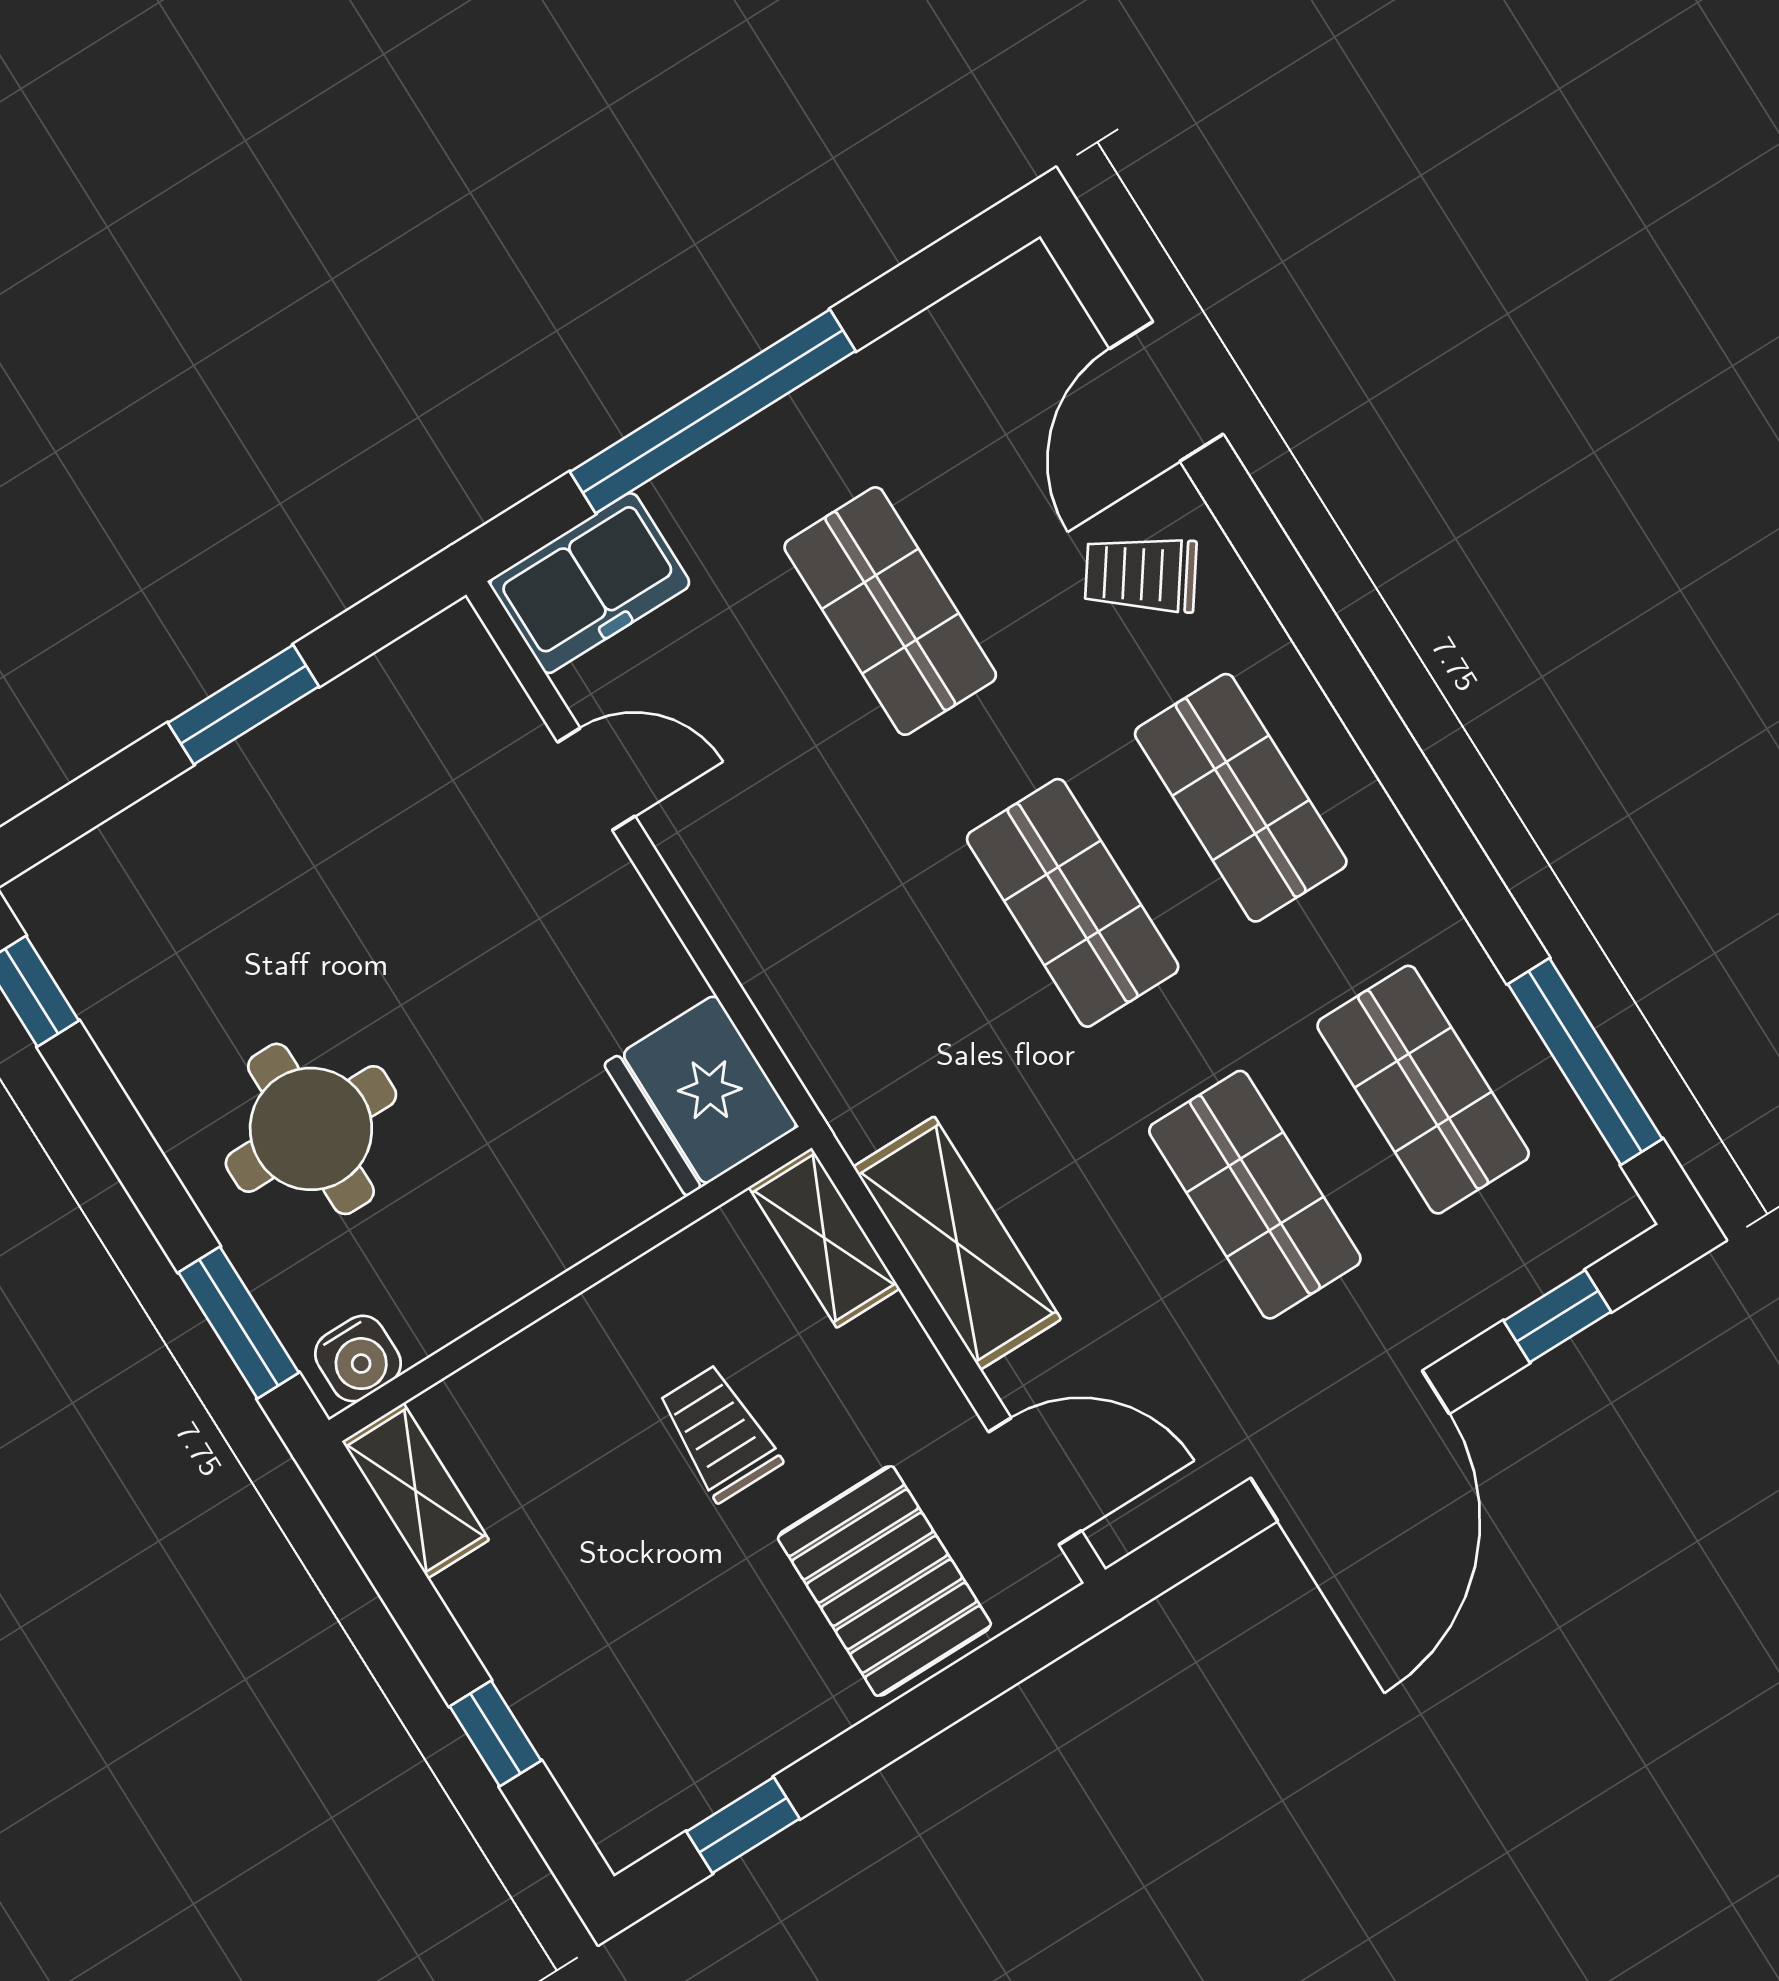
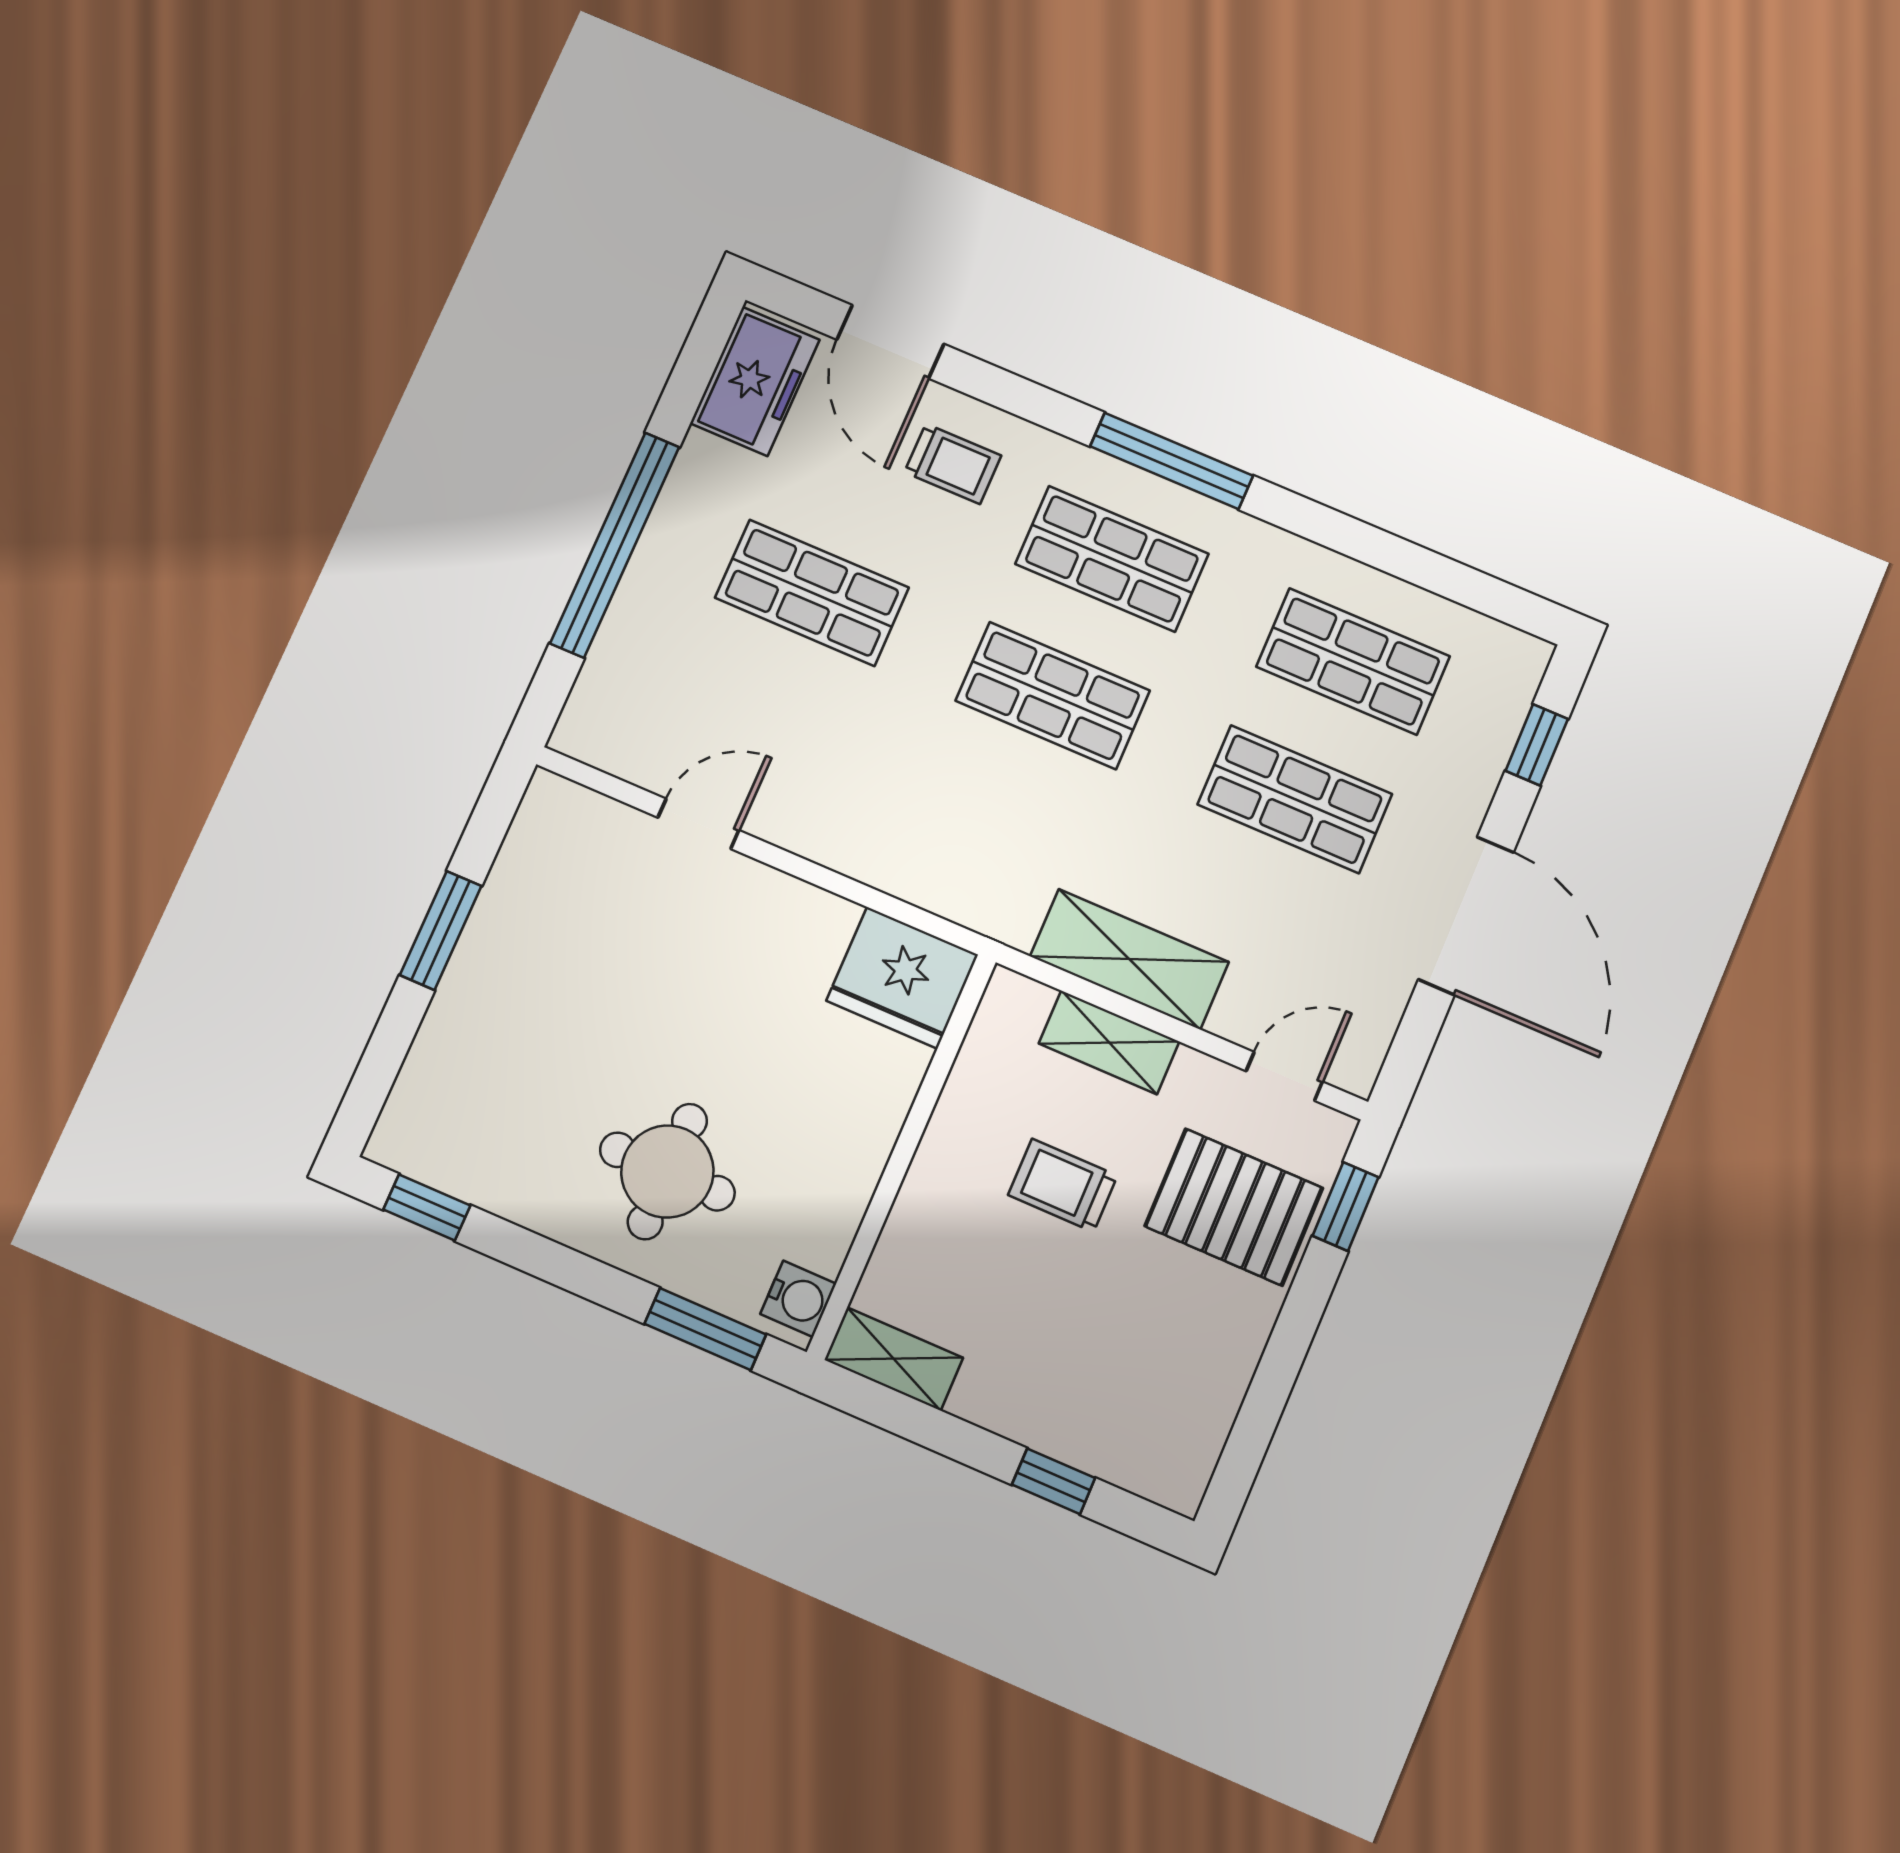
trolley: (1141, 574) -> (953, 464), turned -125
freezer: (590, 583) -> (755, 381), moved
window: (1585, 1061) -> (1172, 461), moved
shelving: (824, 1238) -> (1109, 1042), moved
door: (1035, 1481) -> (1284, 1076), width x0.73
window: (743, 1825) -> (1346, 1206), moved

